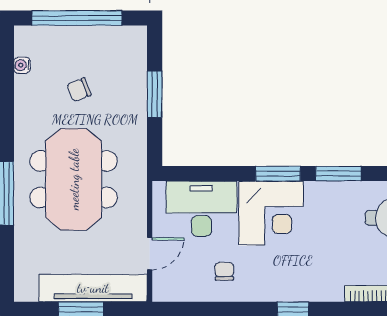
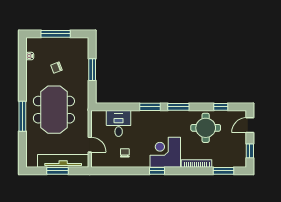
window: (77, 18) -> (56, 34), width x0.68
desk: (202, 209) -> (119, 123), width x0.73
corner desk: (271, 213) -> (165, 152), moved, turned 180
door: (150, 254) -> (90, 145), hinge flipped

